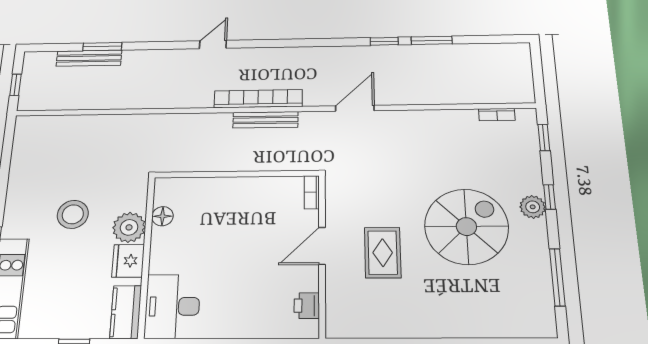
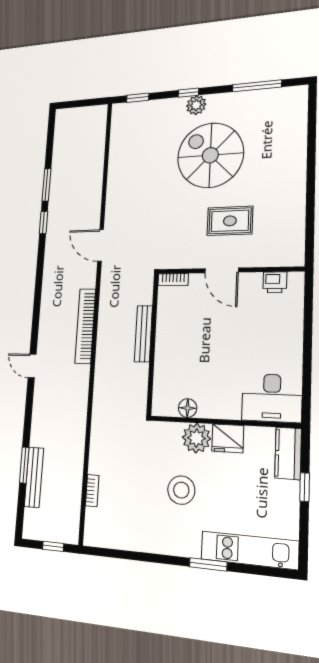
bookcase: (497, 115) -> (92, 491), moved
bench: (265, 120) -> (143, 334), moved
kitchen counter: (126, 312) -> (288, 453), moved, turned 90

